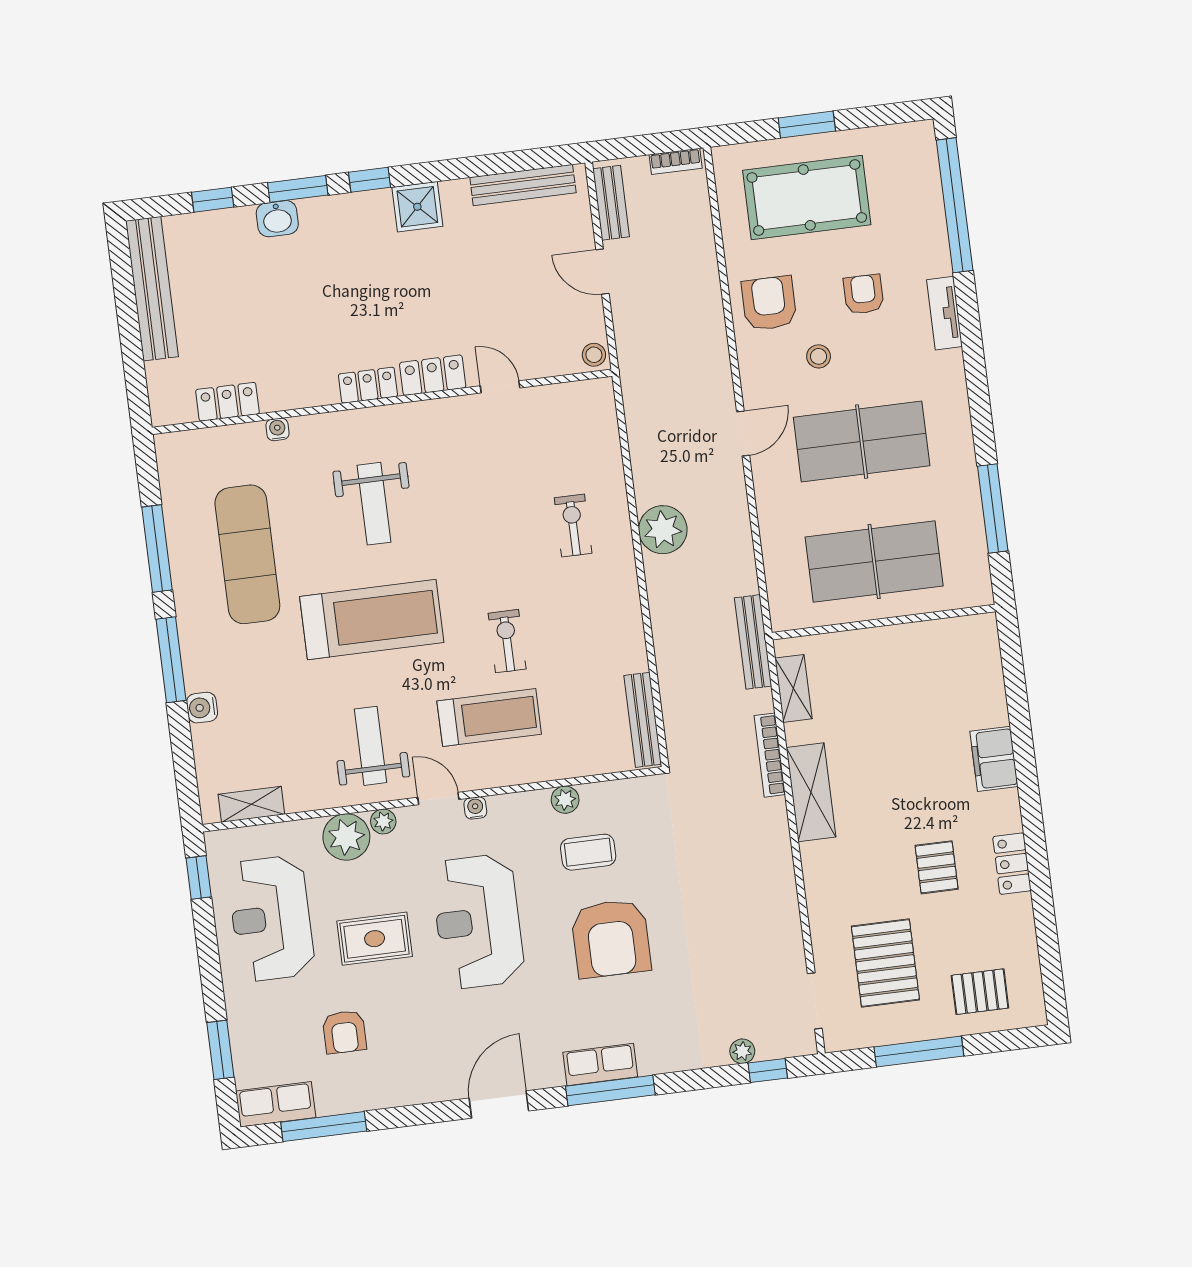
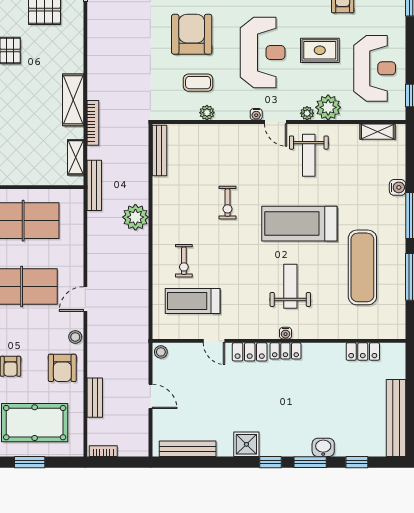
bench: (611, 203) -> (95, 398), moved
stool: (819, 356) -> (75, 337), moved
water cooler: (277, 429) -> (286, 333), moved
plant: (663, 530) -> (135, 217), moved
treadmill: (489, 718) -> (193, 301), moved

